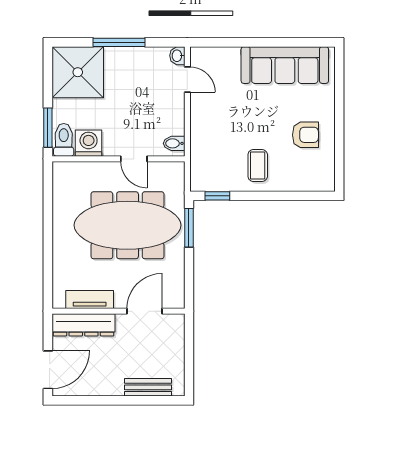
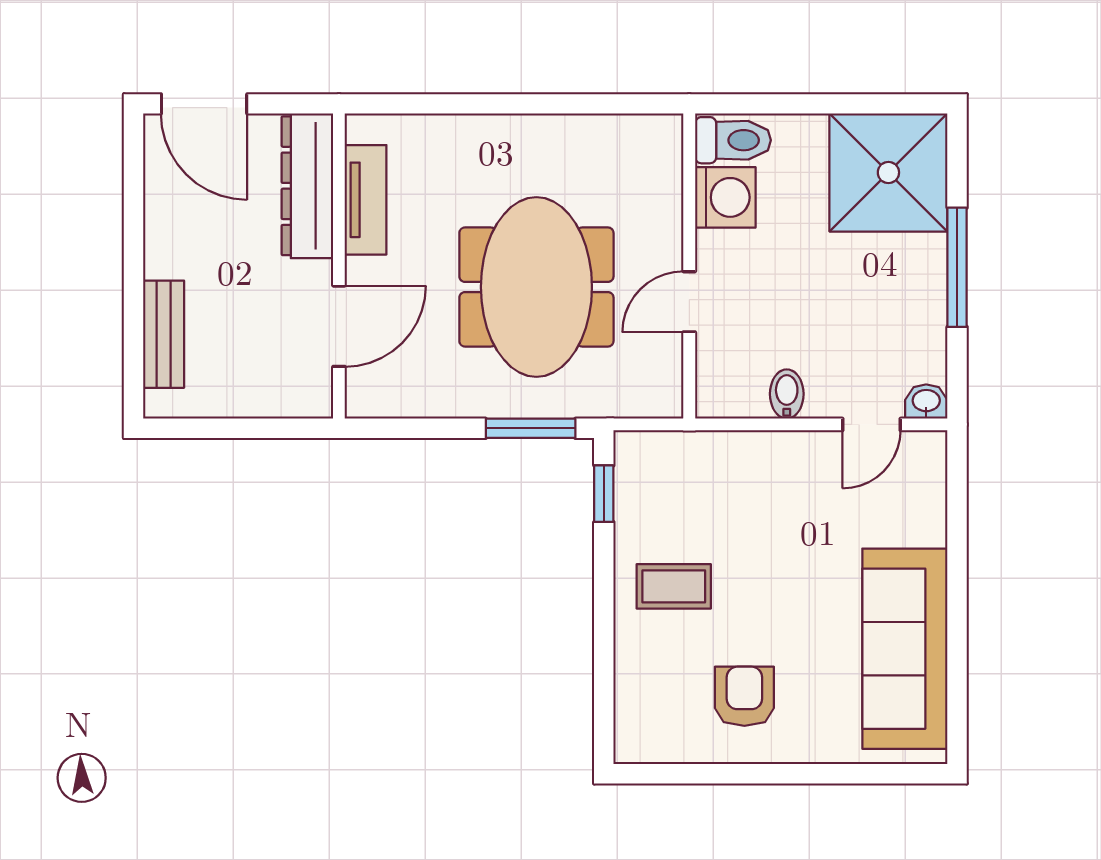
window: (48, 128) -> (761, 104), removed
armchair: (305, 135) -> (744, 696), turned 180
bidet: (174, 143) -> (787, 394), moved
meeting table: (128, 225) -> (536, 287), width x0.73
door: (145, 311) -> (339, 326), hinge flipped

